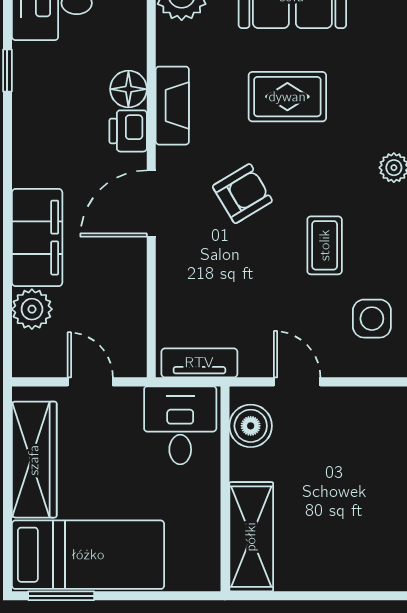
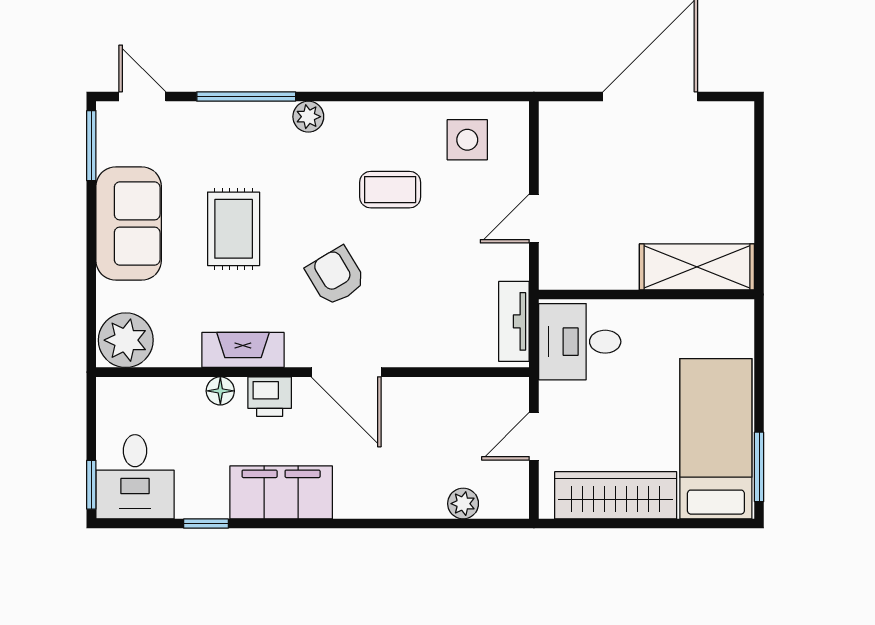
floor lamp: (128, 89) -> (220, 391), width x0.73, depth x0.73
filing cabinet: (37, 238) -> (281, 492), moved
plant: (32, 309) -> (463, 504), width x0.73, depth x0.73
boiler: (251, 426) -> (580, 267), removed

